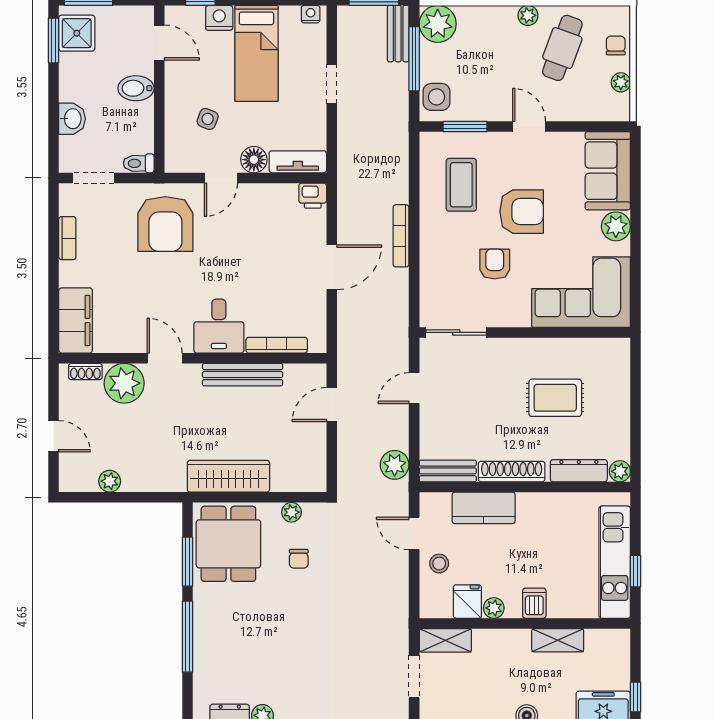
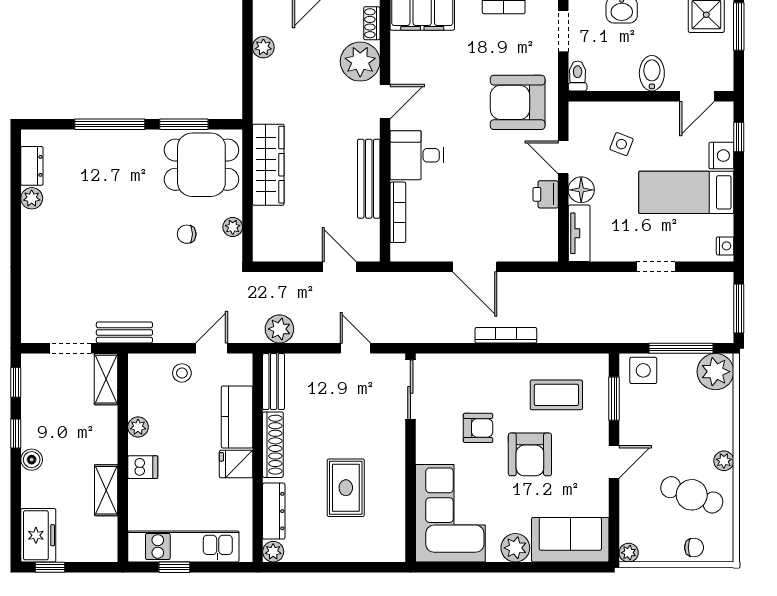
bench: (398, 34) -> (124, 332), moved
plant: (621, 82) -> (629, 553), moved
printer: (313, 196) -> (546, 194), moved
fridge: (467, 602) -> (236, 464), moved, turned 180

